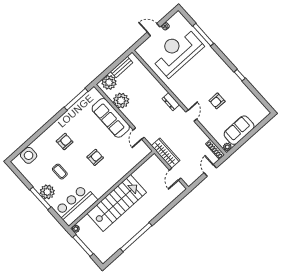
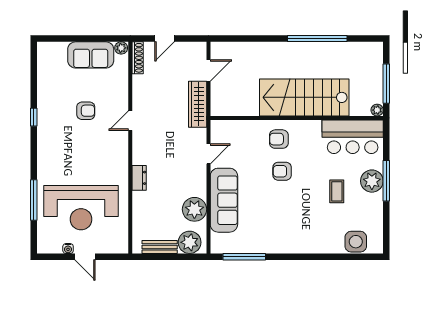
dresser: (171, 102) -> (139, 178), moved
armchair: (65, 142) -> (279, 139), moved

